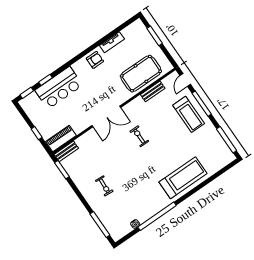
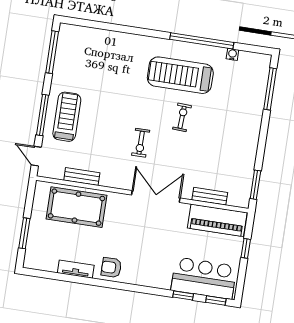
door: (185, 80) -> (36, 156), swing flipped
bar counter: (59, 88) -> (204, 278), moved
piano: (61, 138) -> (217, 220), width x1.37, depth x1.33
bench: (66, 151) -> (210, 196), moved
treadmill: (183, 178) -> (180, 75), moved
exercise bike: (104, 186) -> (182, 117), moved

